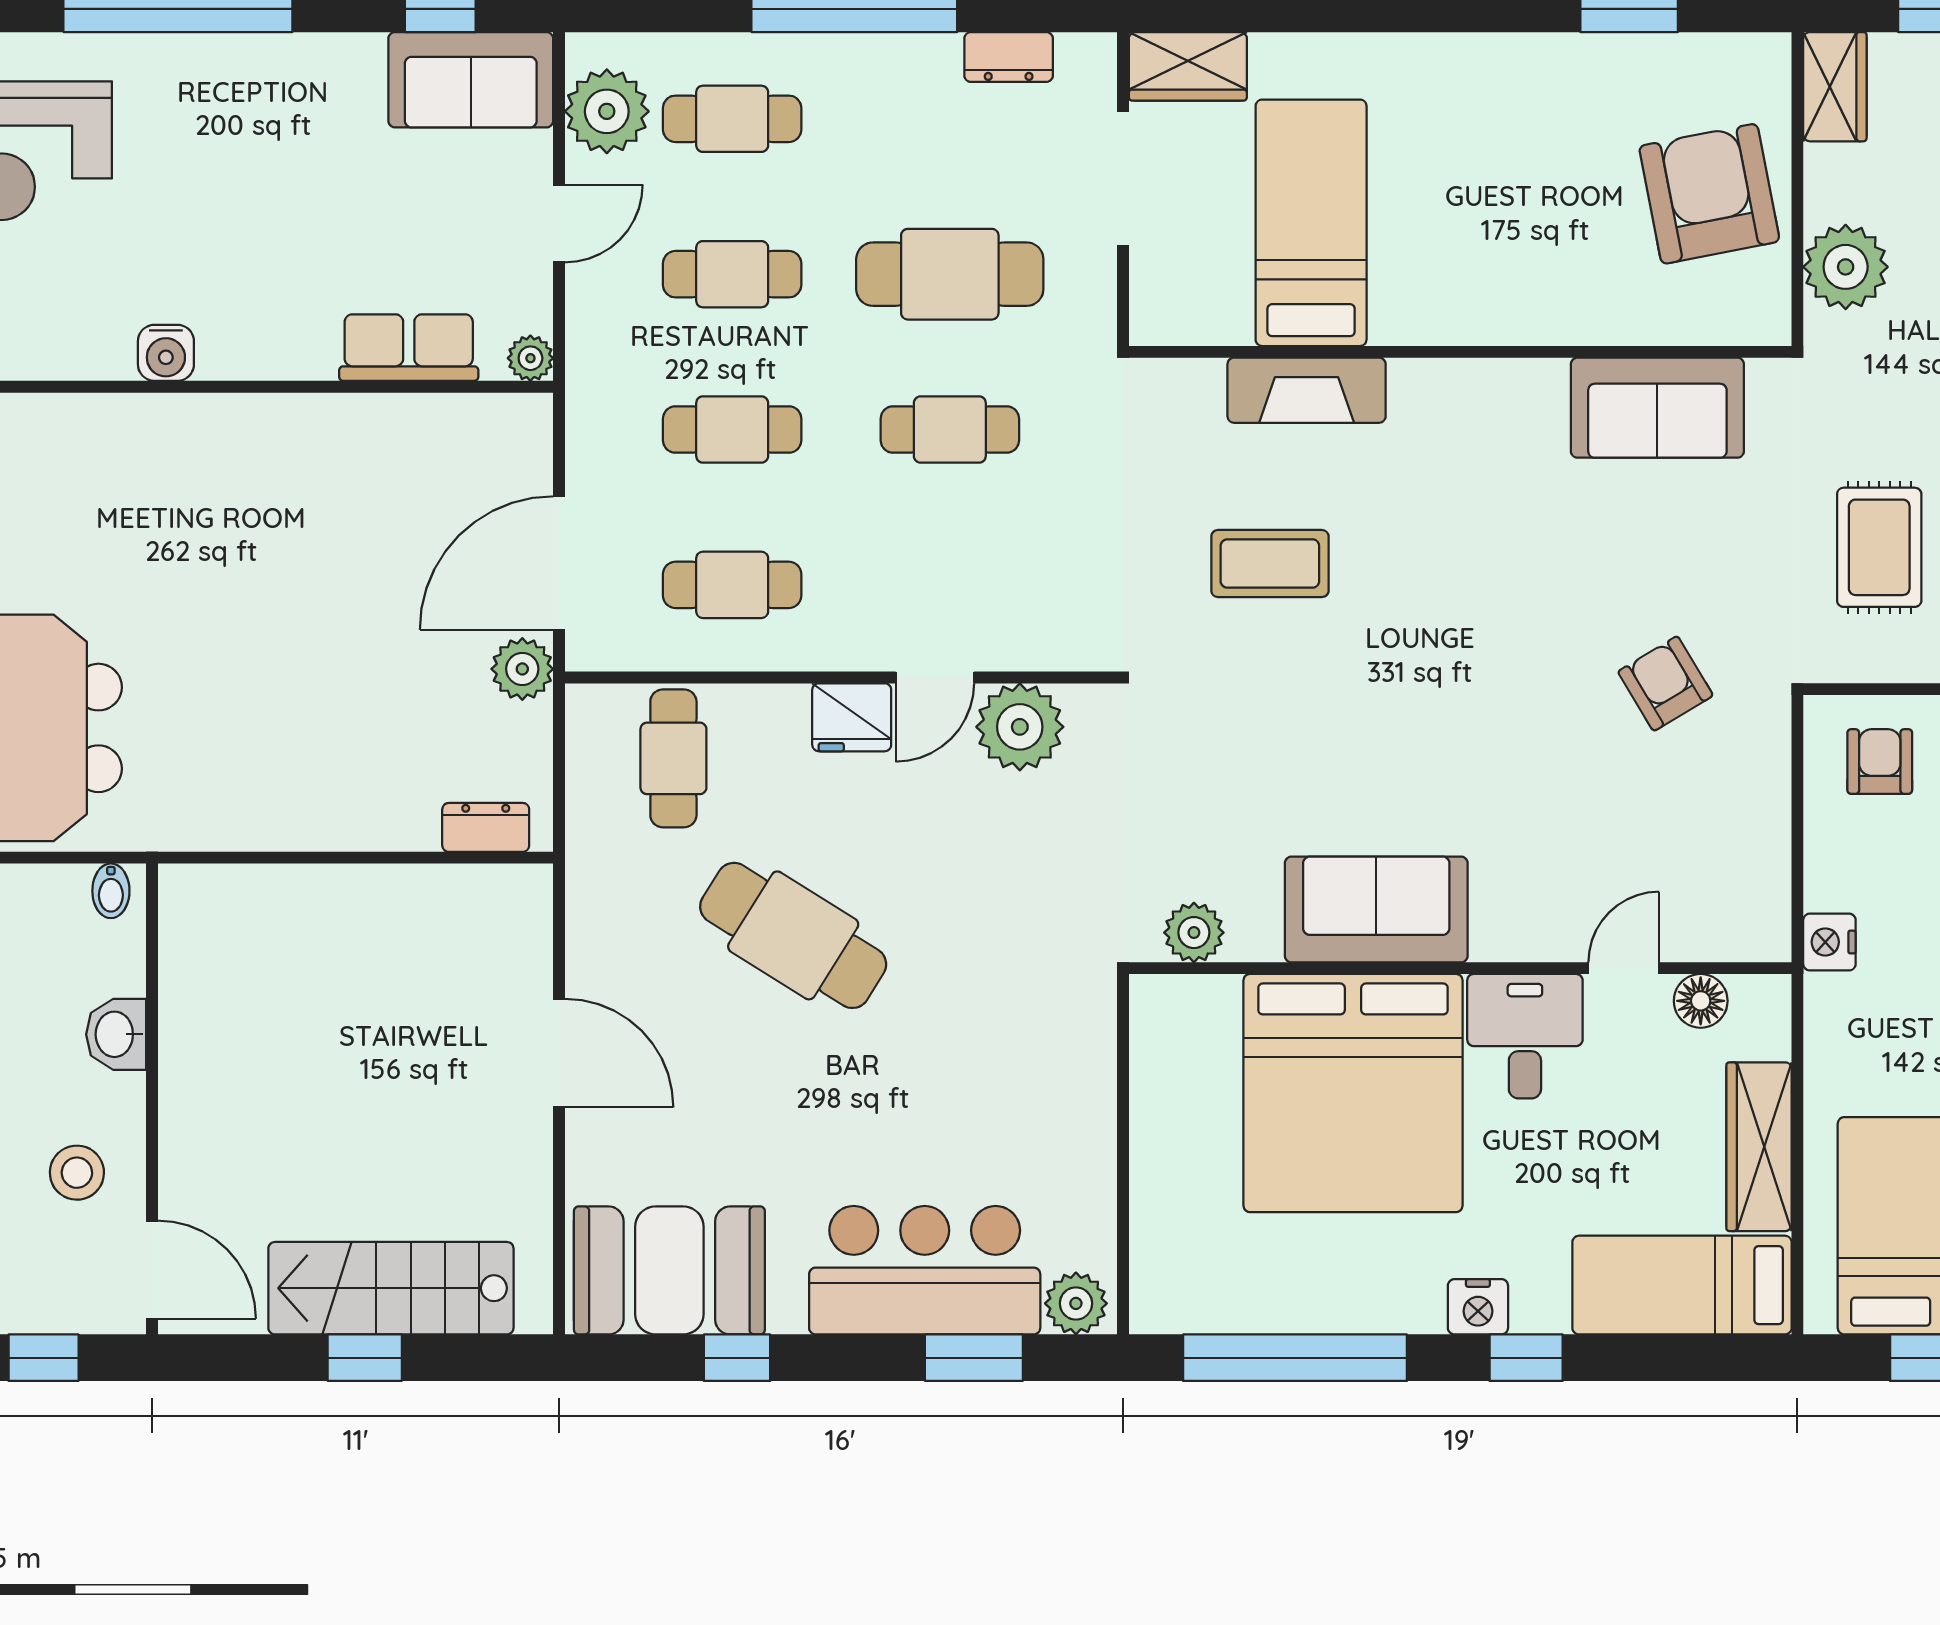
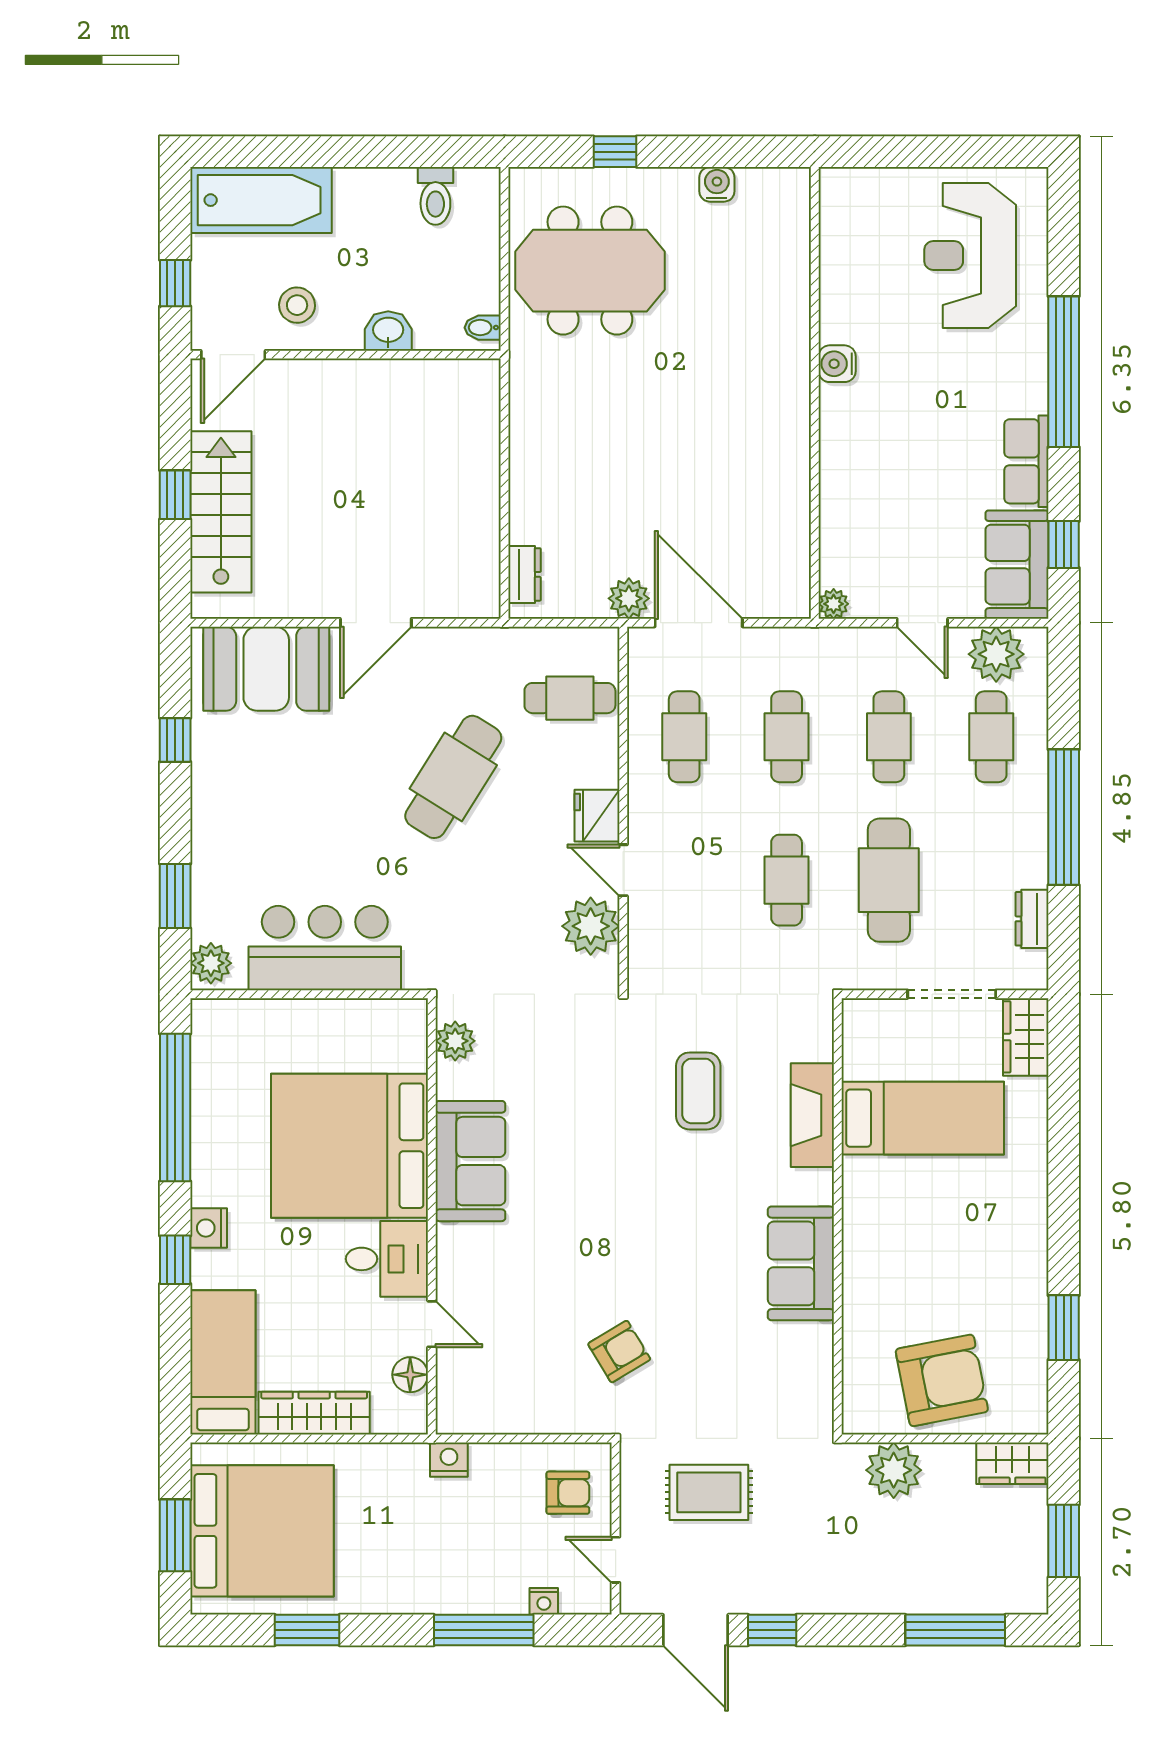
row of seats: (409, 348) -> (1026, 461), moved, turned 180
sofa: (1657, 408) -> (801, 1263), moved
booth: (669, 1270) -> (266, 669), moved, turned 90
bar counter: (925, 1270) -> (325, 948), moved, turned -90

